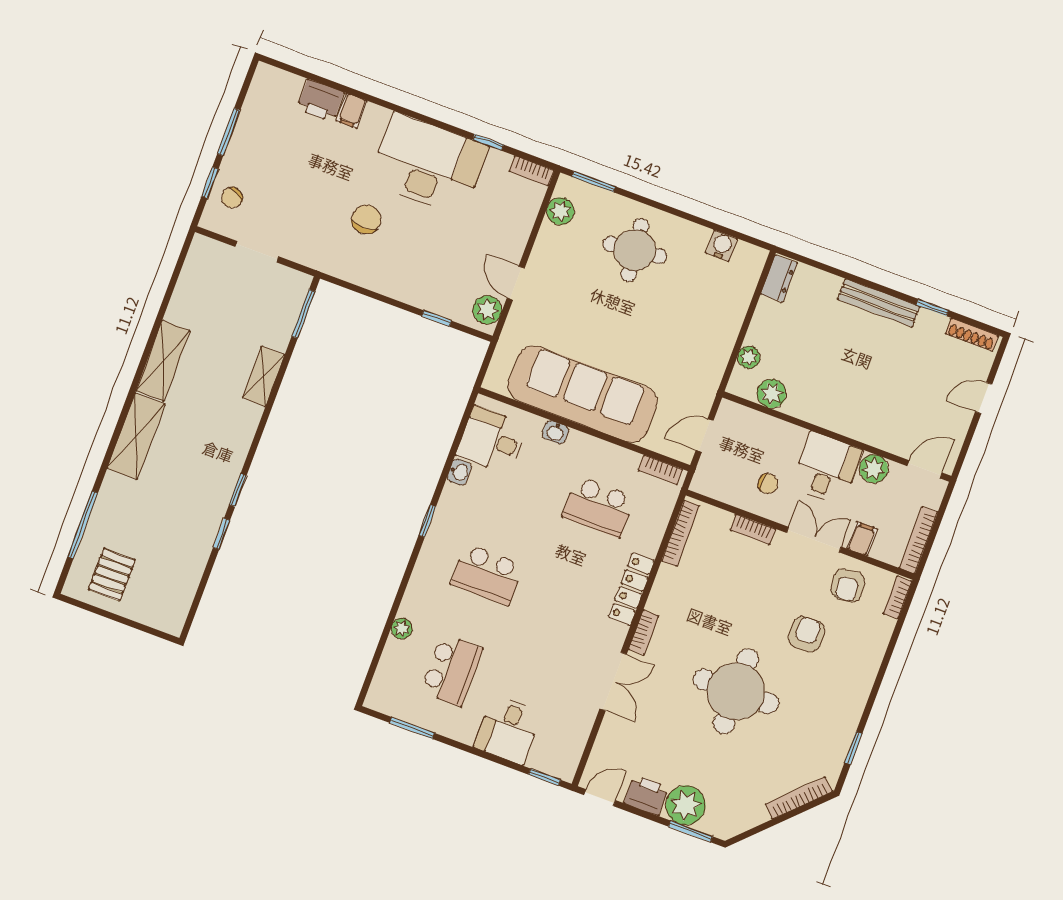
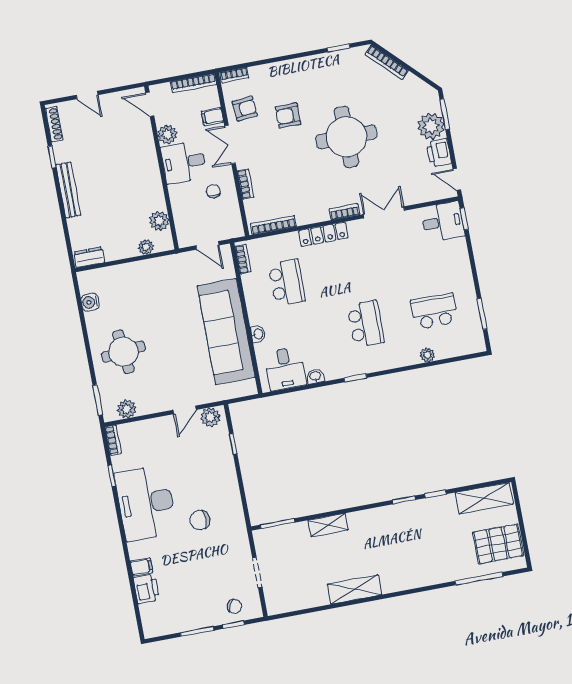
shelving: (136, 436) -> (484, 498), moved
pallet: (112, 575) -> (498, 544), width x1.50, depth x1.42
desk: (508, 730) -> (443, 222), moved

